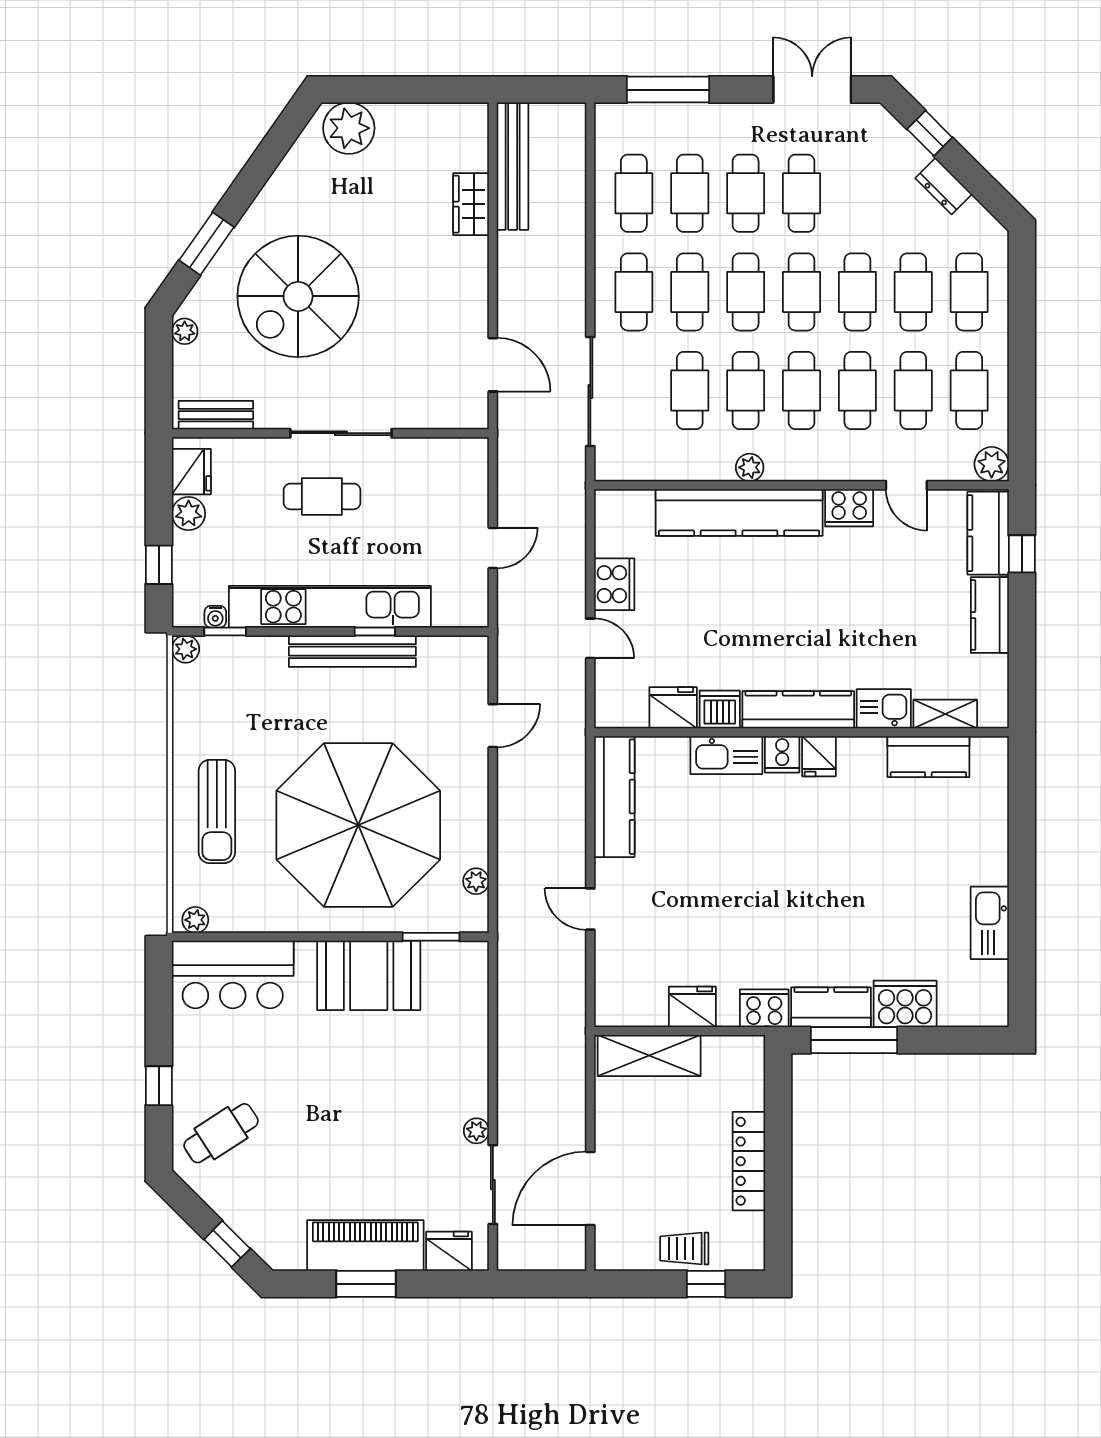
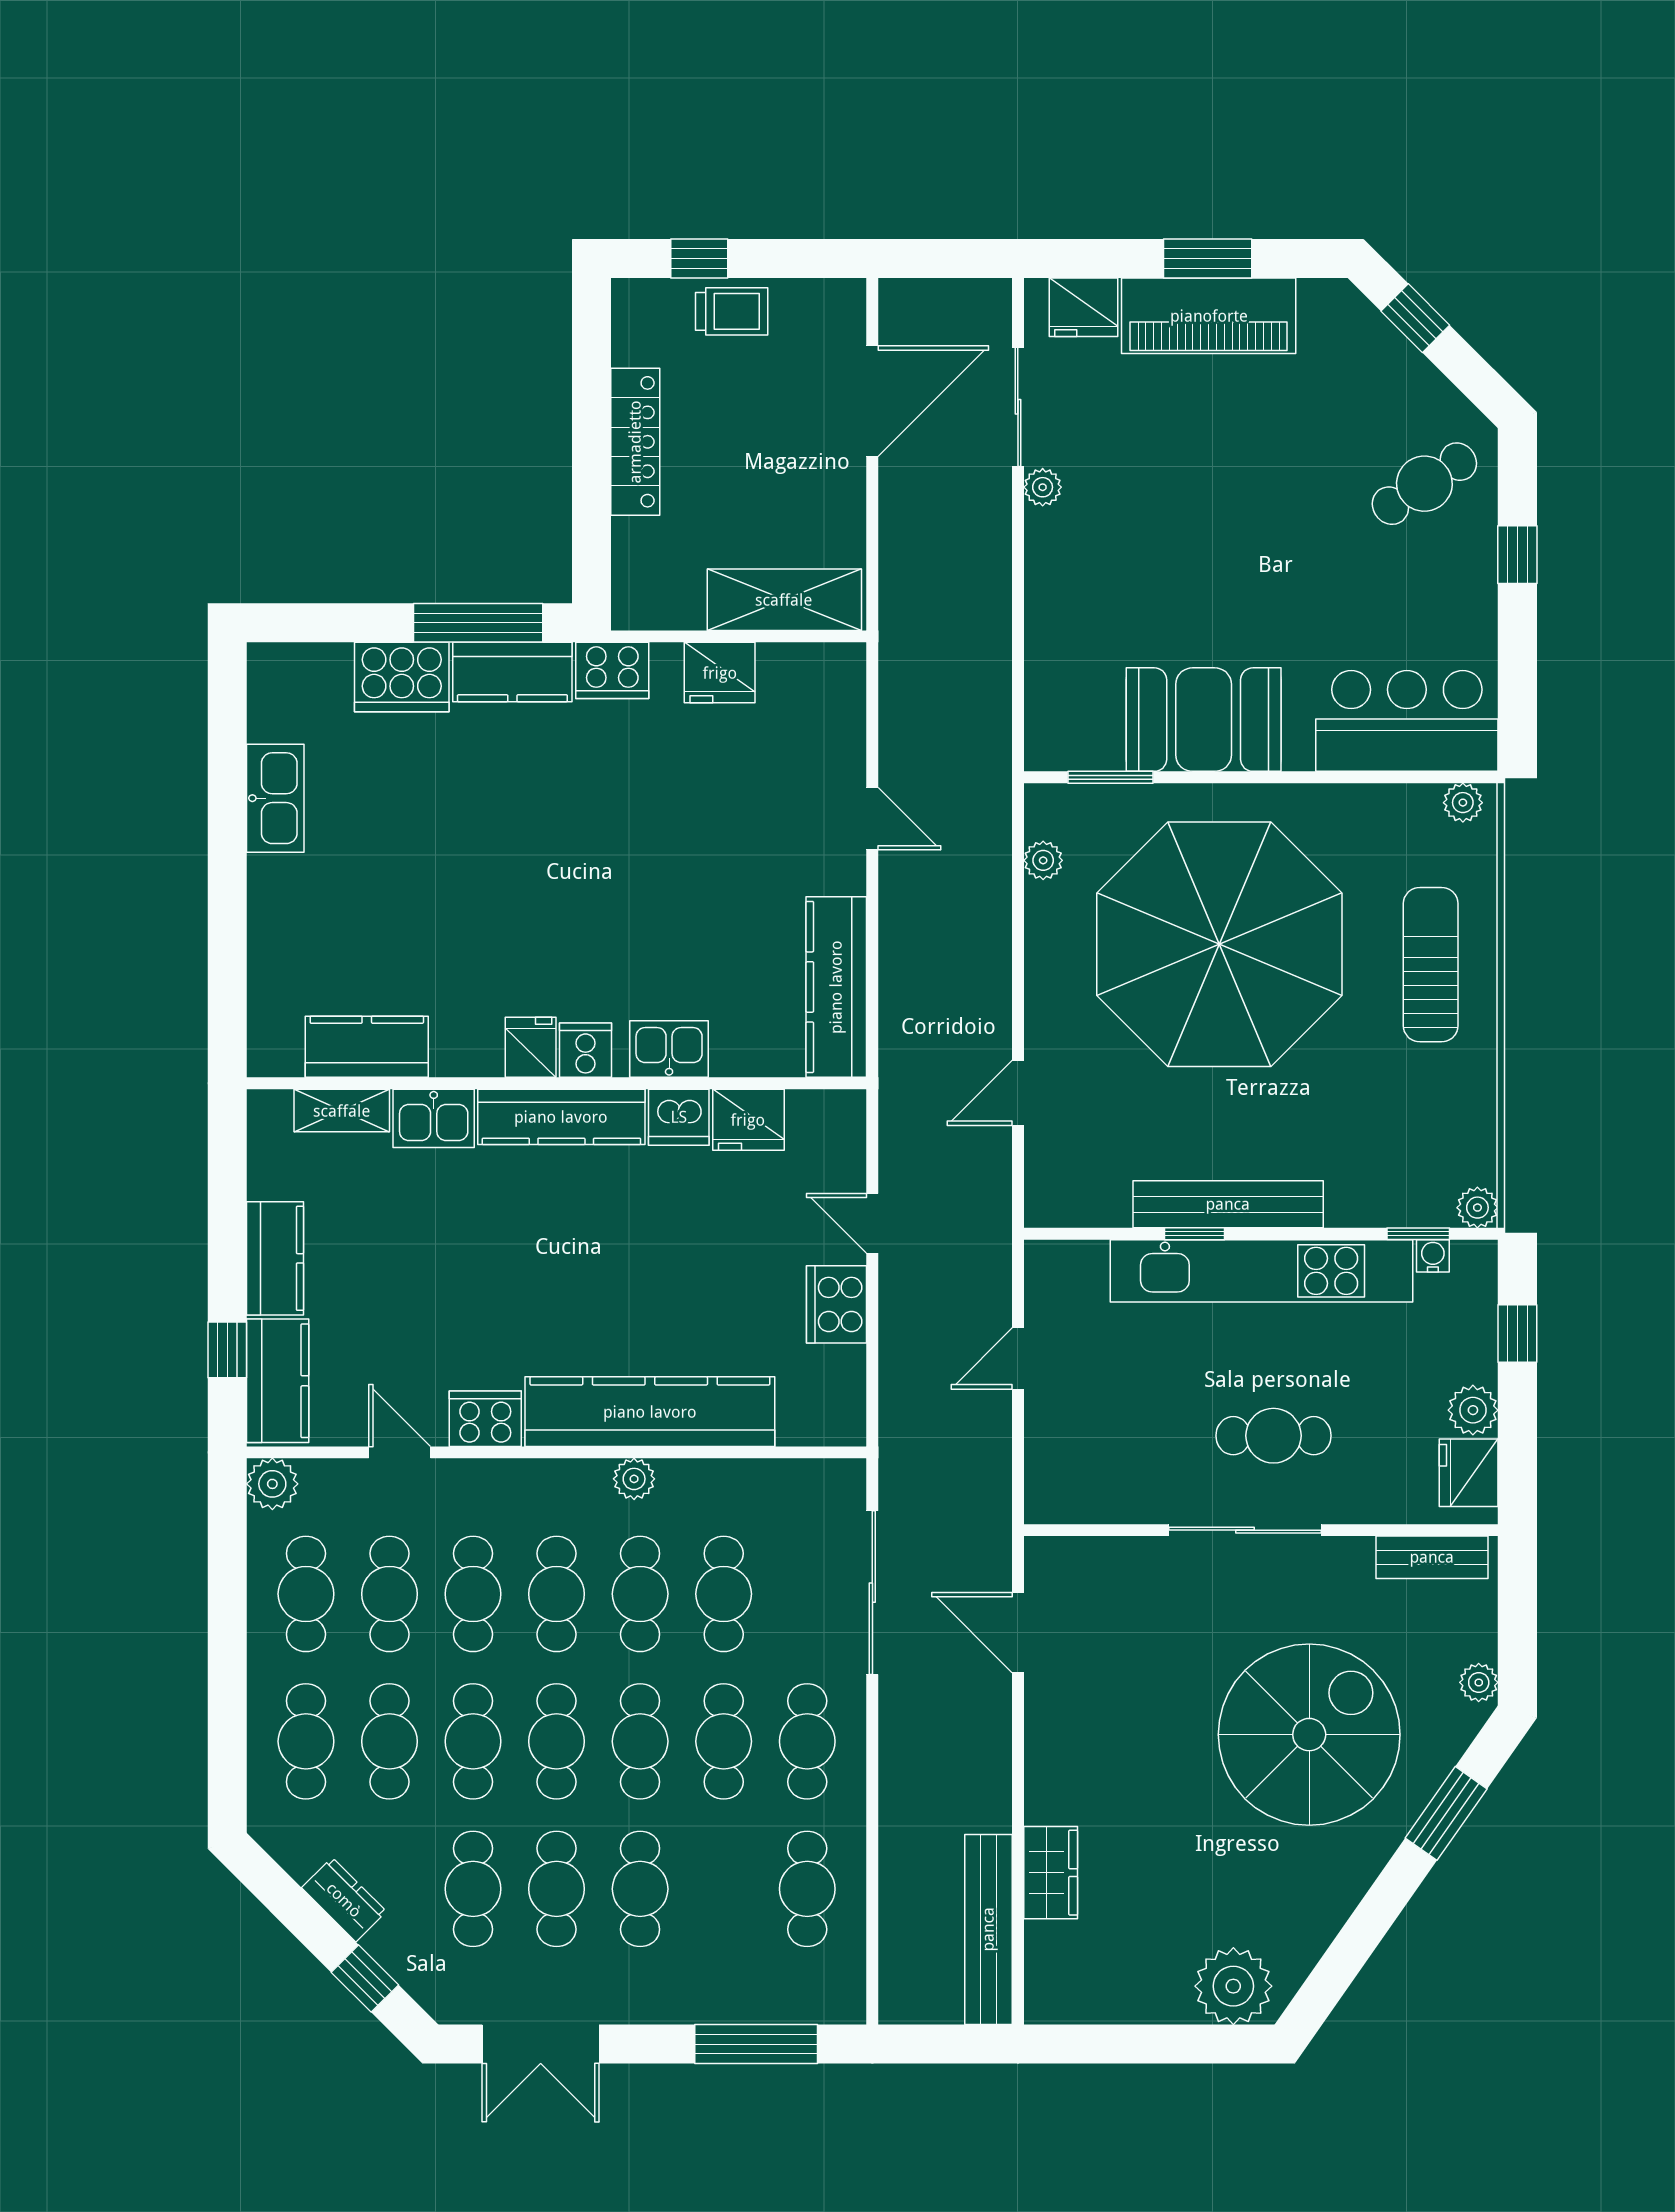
cafe table: (690, 193) -> (473, 1889), moved
kitchen sink: (726, 755) -> (669, 1049), width x0.73

